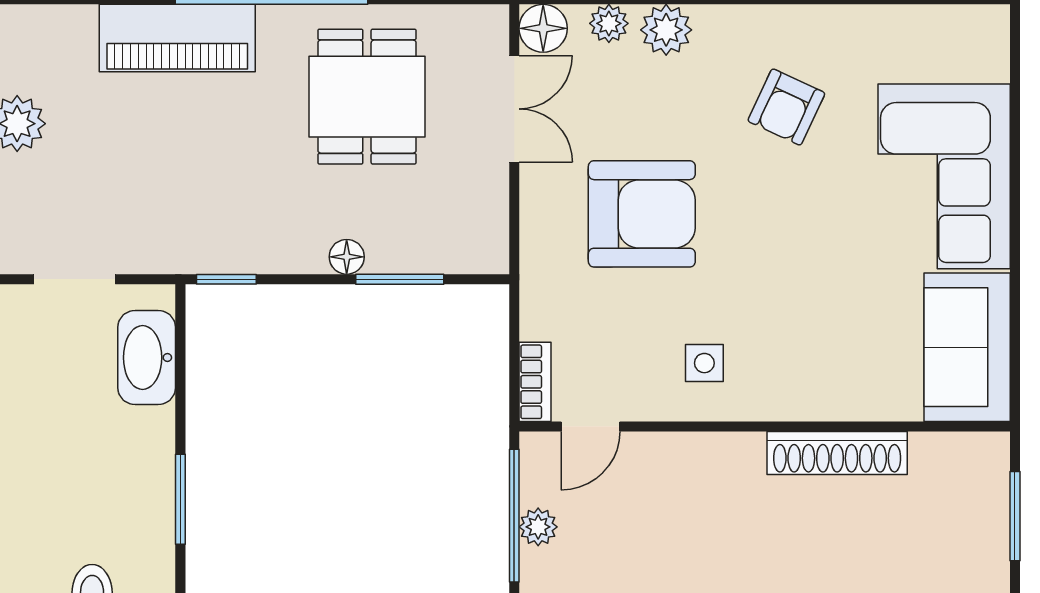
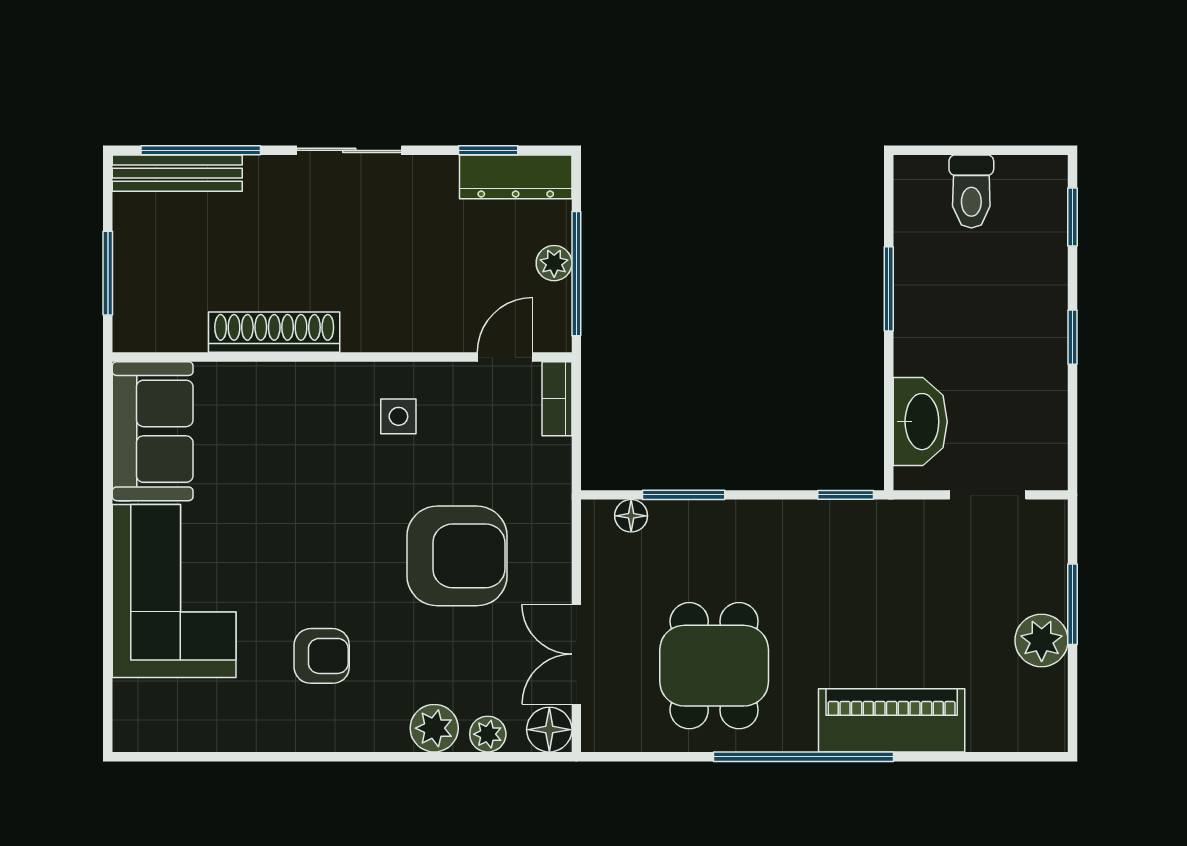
armchair: (786, 107) -> (322, 656), turned 65
armchair: (642, 214) -> (457, 556), turned 180
floor lamp: (347, 257) -> (631, 516), moved

